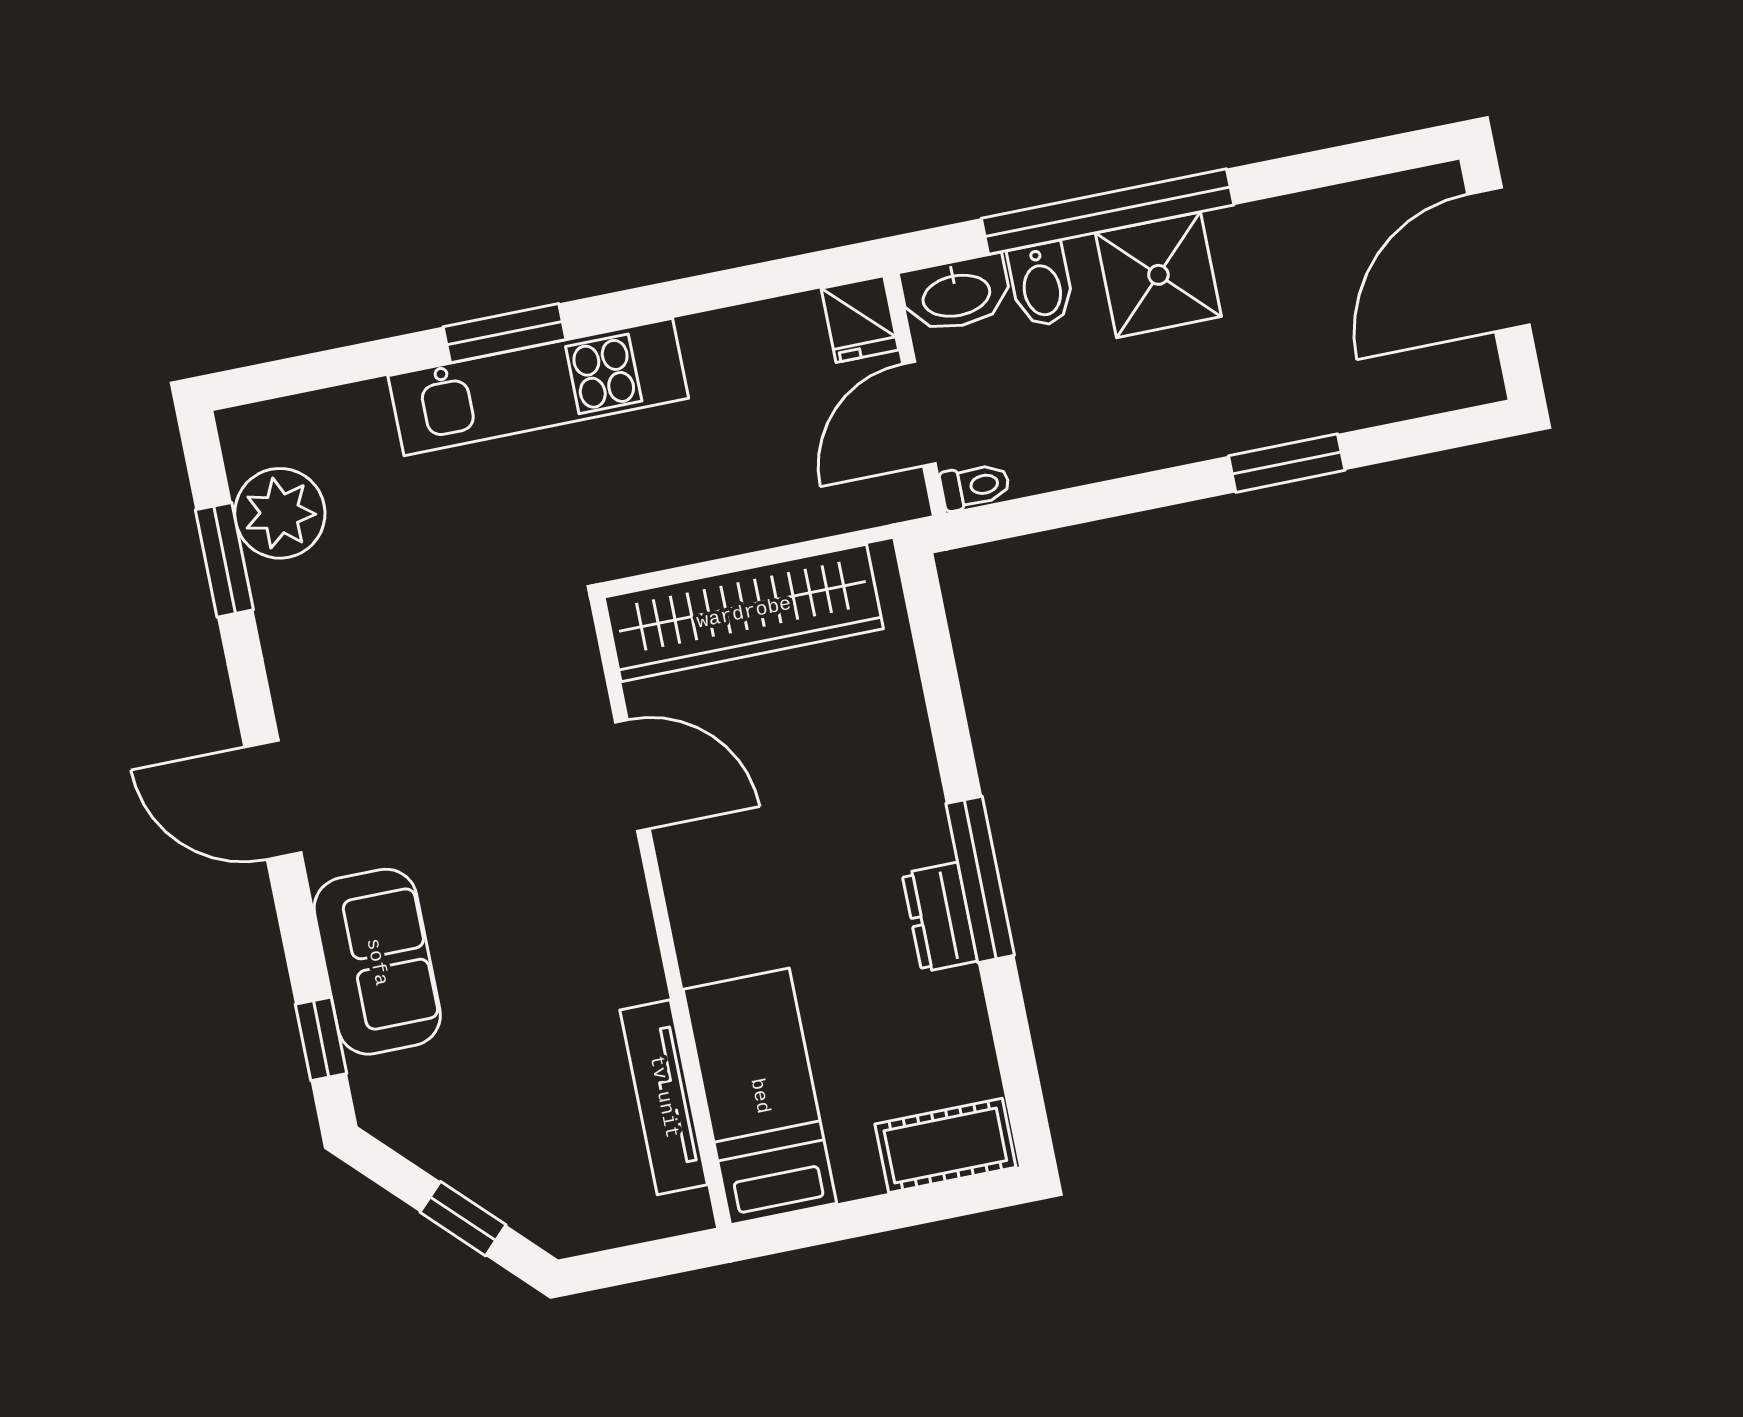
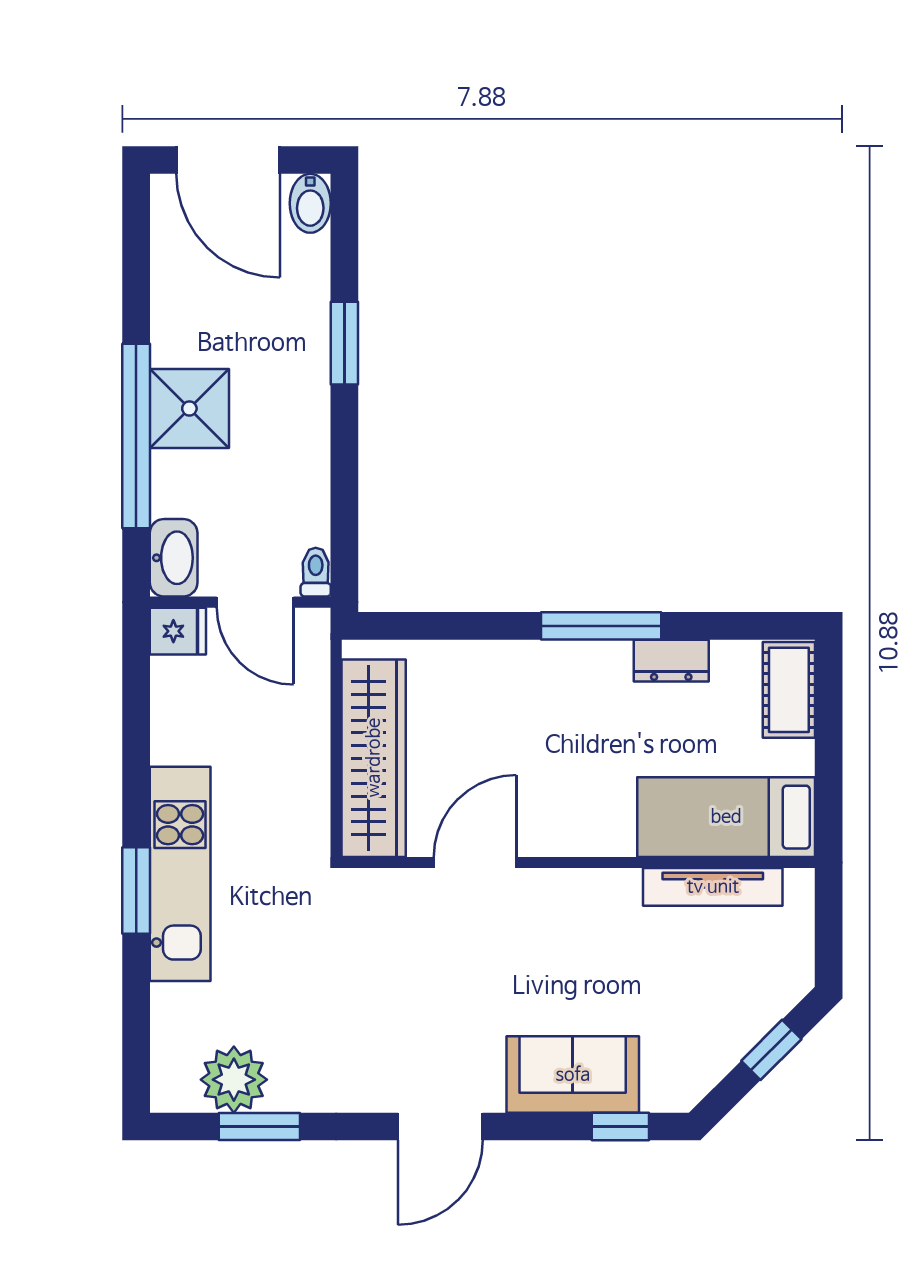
bidet: (1041, 285) -> (310, 203), moved, turned 90
dresser: (940, 917) -> (671, 661), moved

